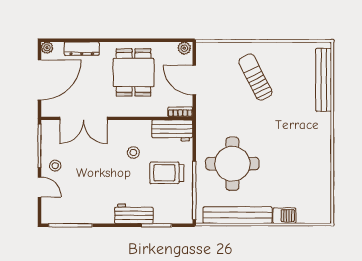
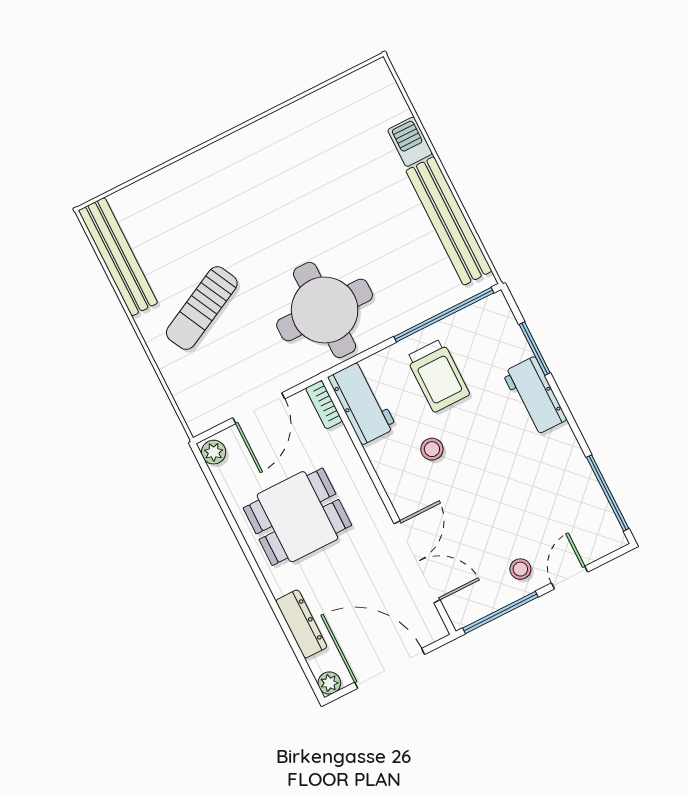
bench: (324, 80) -> (118, 257), moved, turned 90
round table: (232, 164) -> (325, 310), moved

